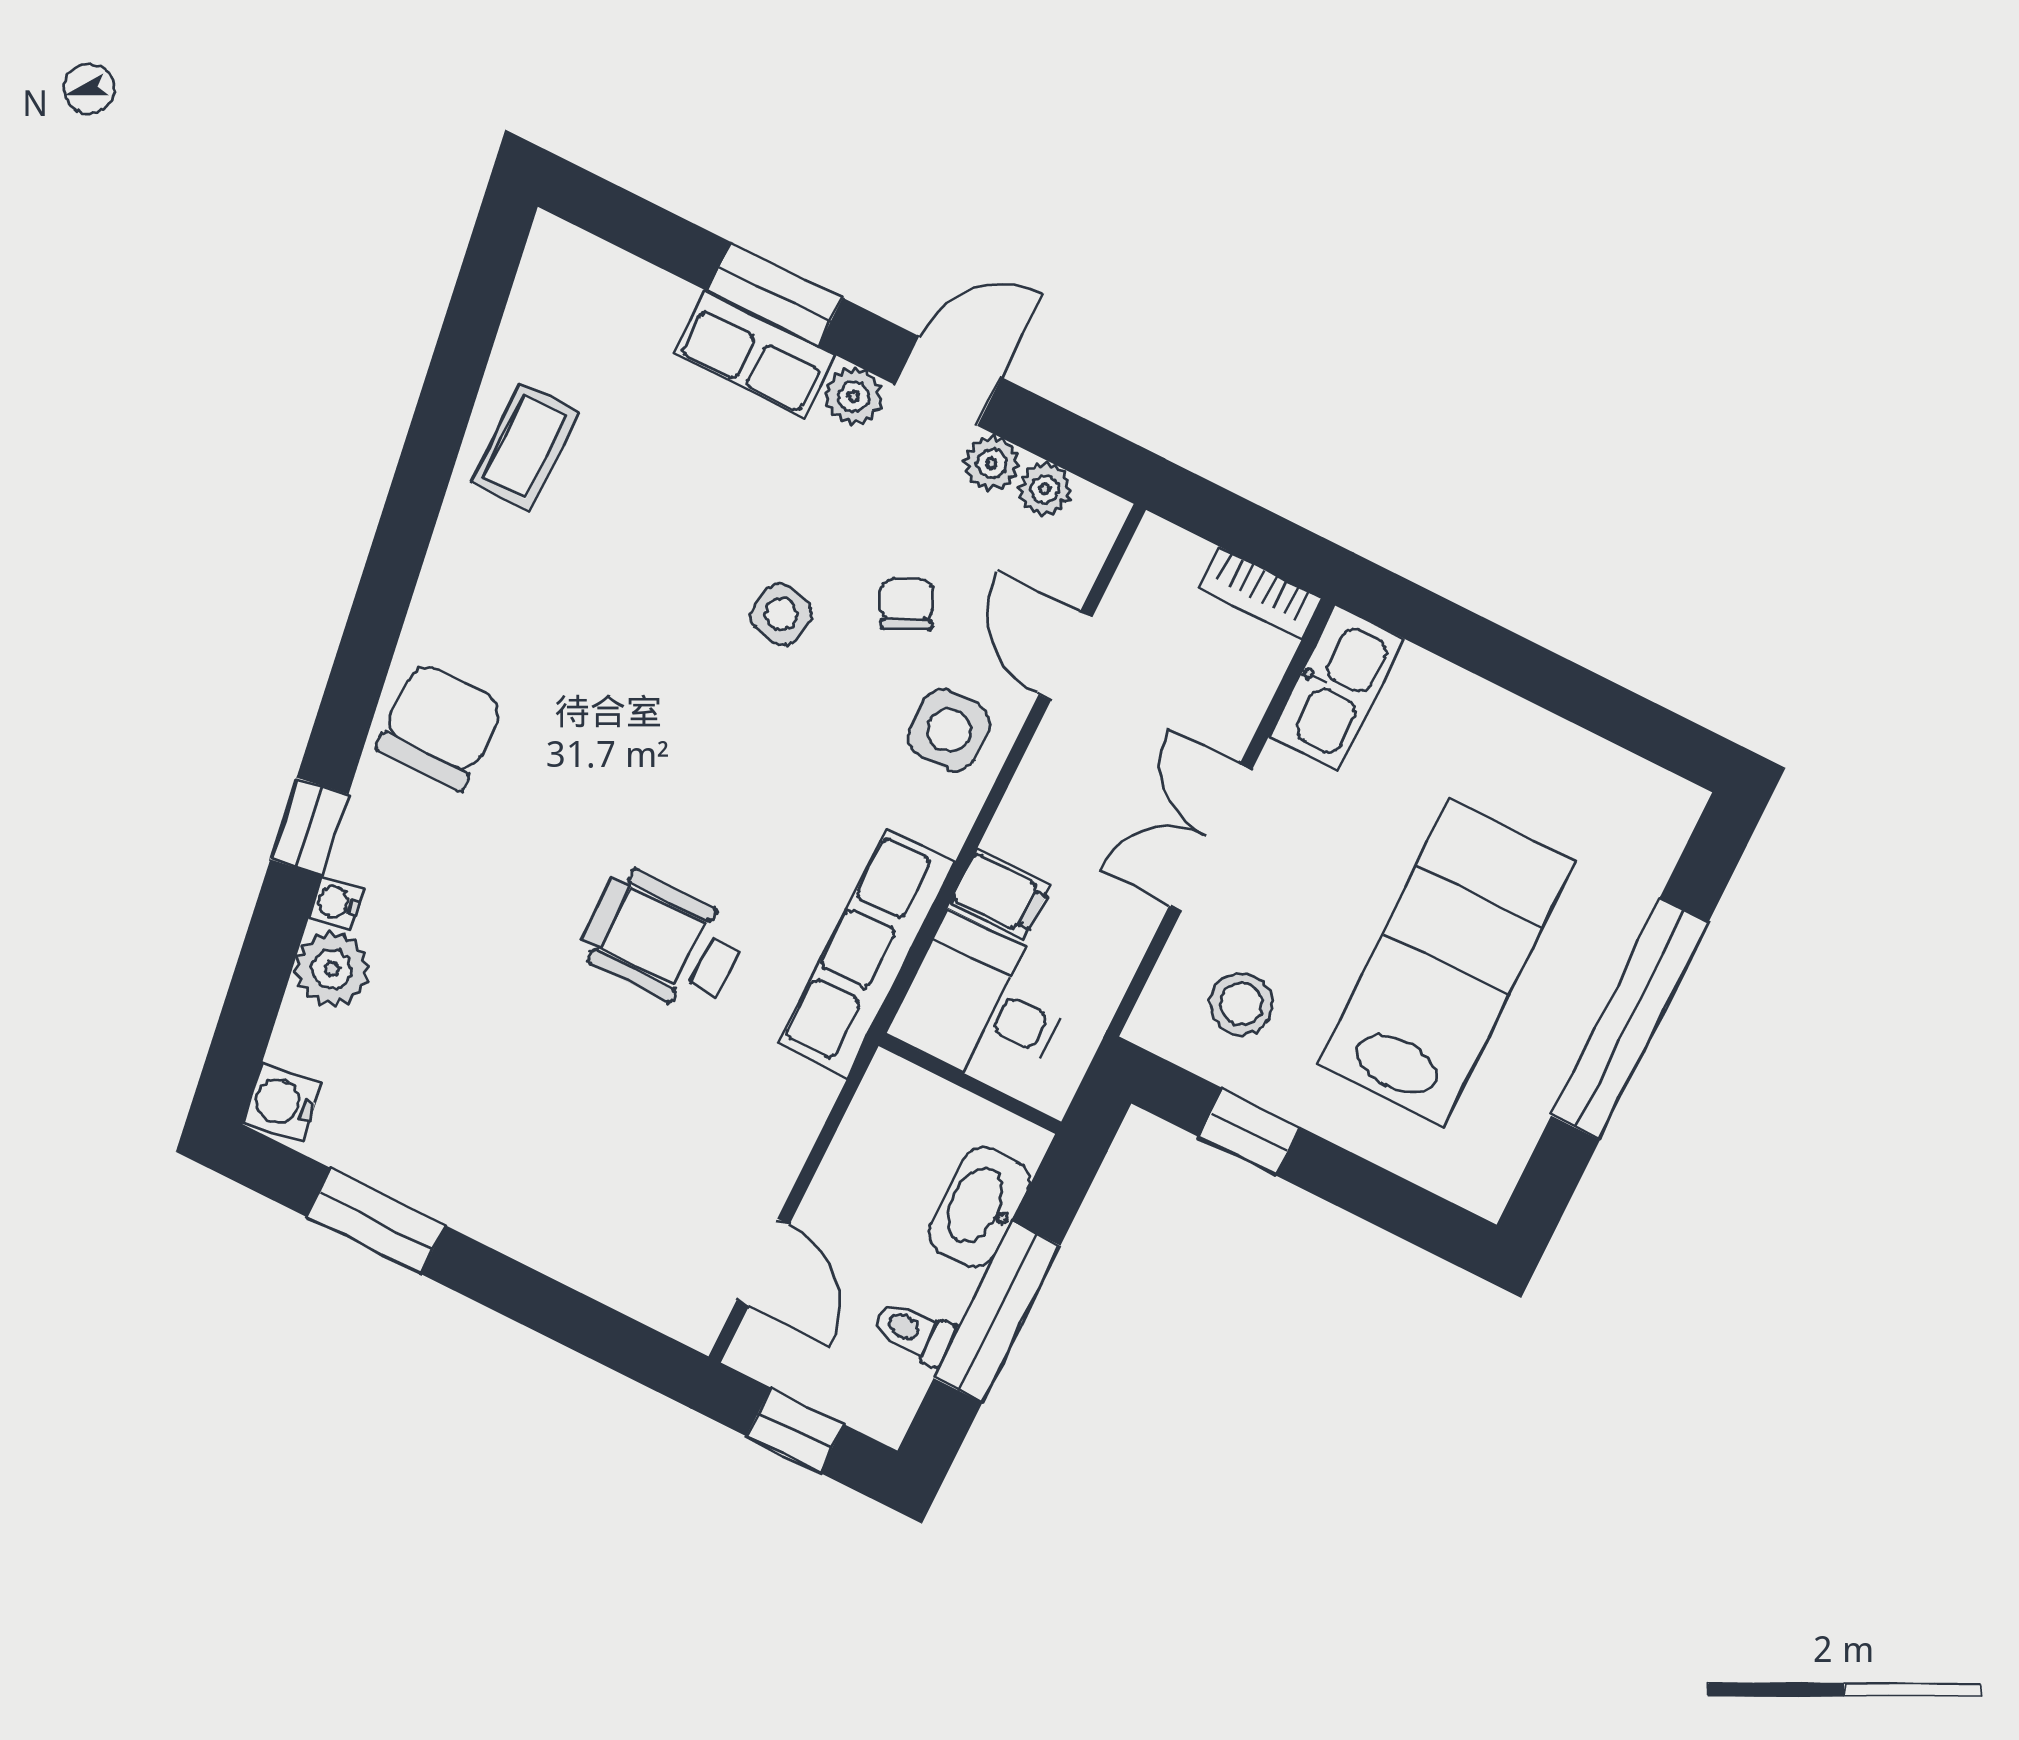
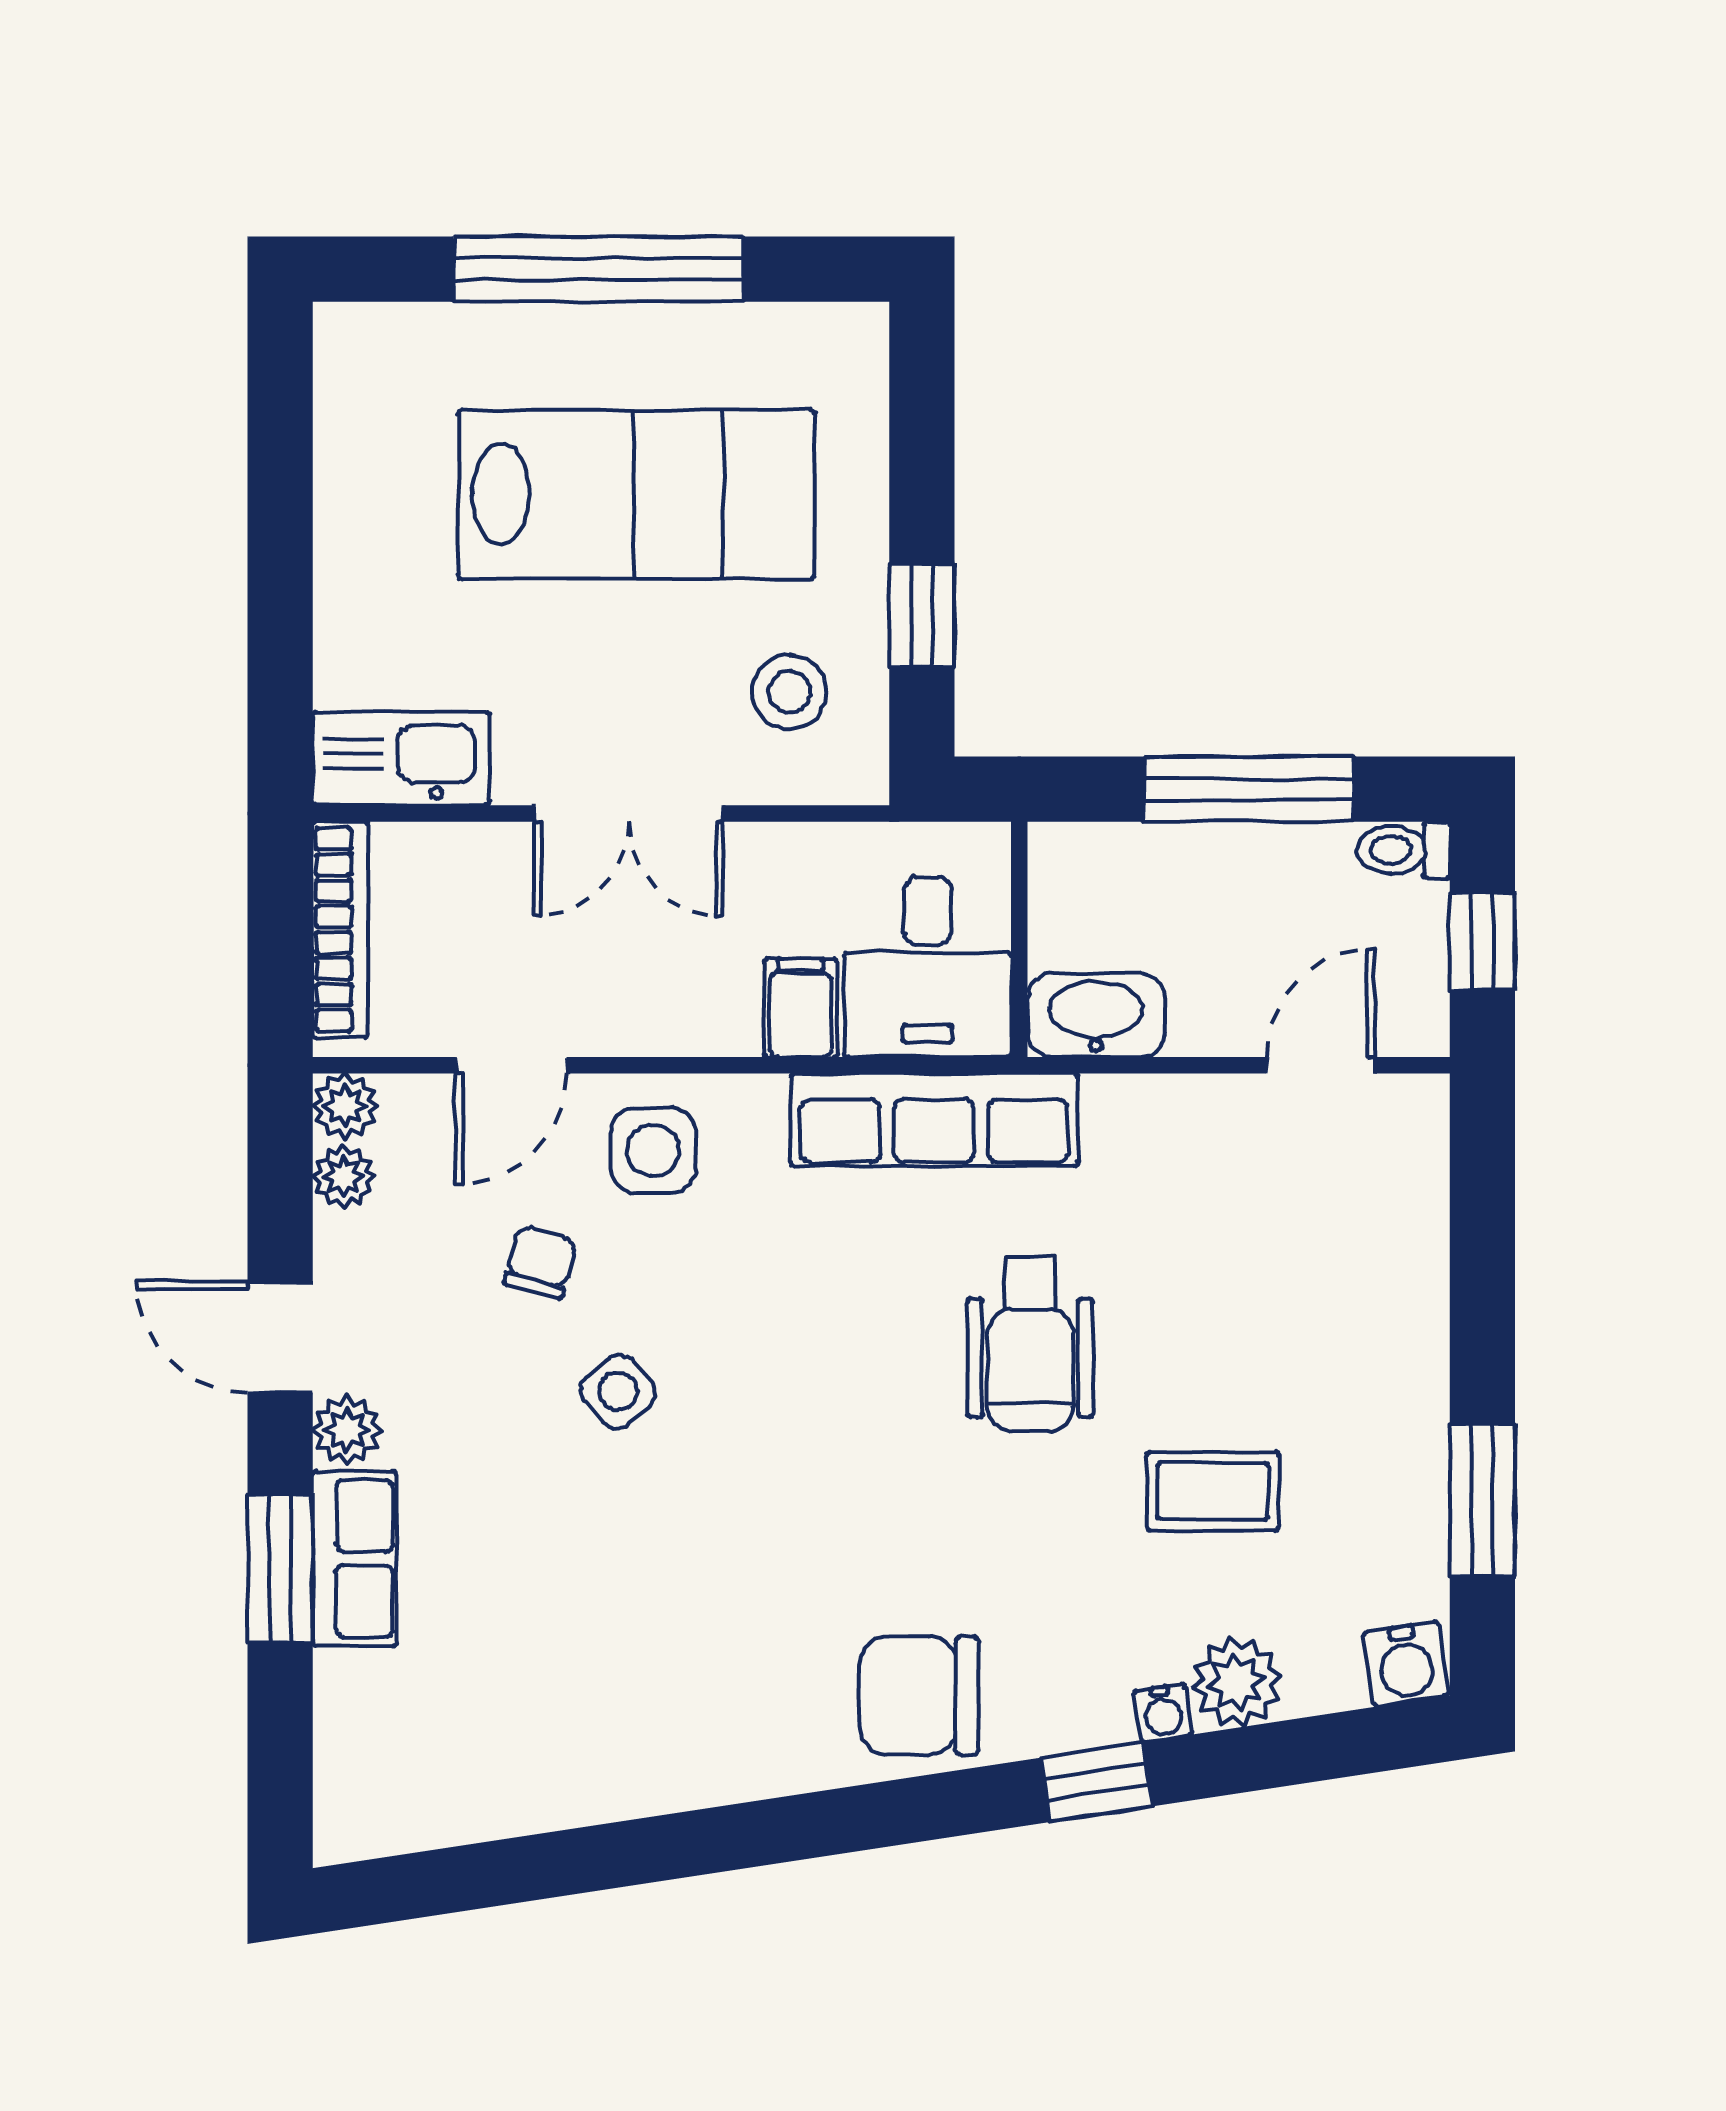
coffee table: (525, 447) -> (1213, 1491), moved
plant: (991, 463) -> (345, 1106), moved
bookcase: (1260, 593) -> (340, 930), width x1.56
chair: (907, 604) -> (540, 1262), turned 130
side table: (781, 614) -> (618, 1391), turned 37
lab bench: (1447, 963) -> (636, 494), turned 180
washbasin: (980, 1207) -> (1096, 1015), moved, turned 180
toilet: (913, 1332) -> (1404, 850), moved, turned 90

